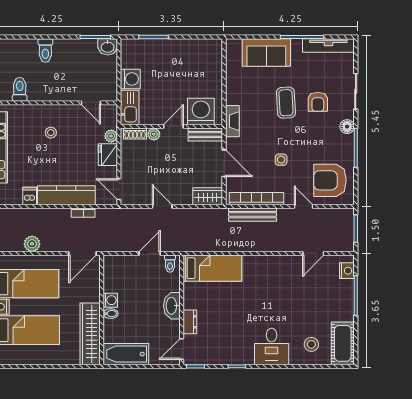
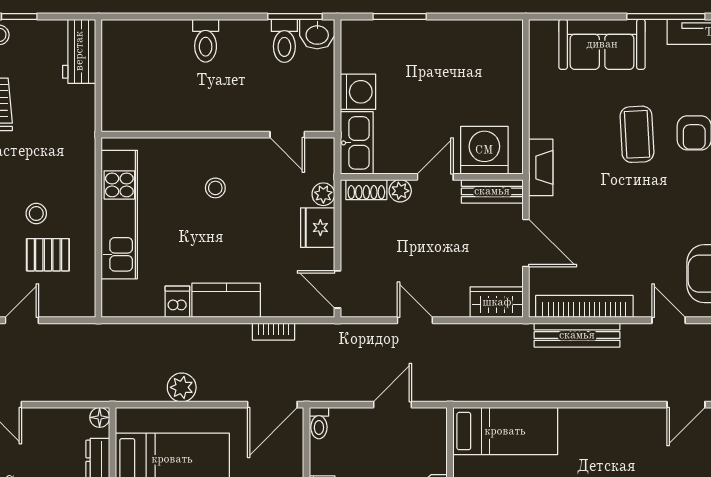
toilet: (20, 89) -> (284, 41), moved, turned 180
side table: (281, 160) -> (628, 237), removed
kitchen counter: (66, 195) -> (226, 300), width x0.67
toilet: (170, 264) -> (319, 423), moved

